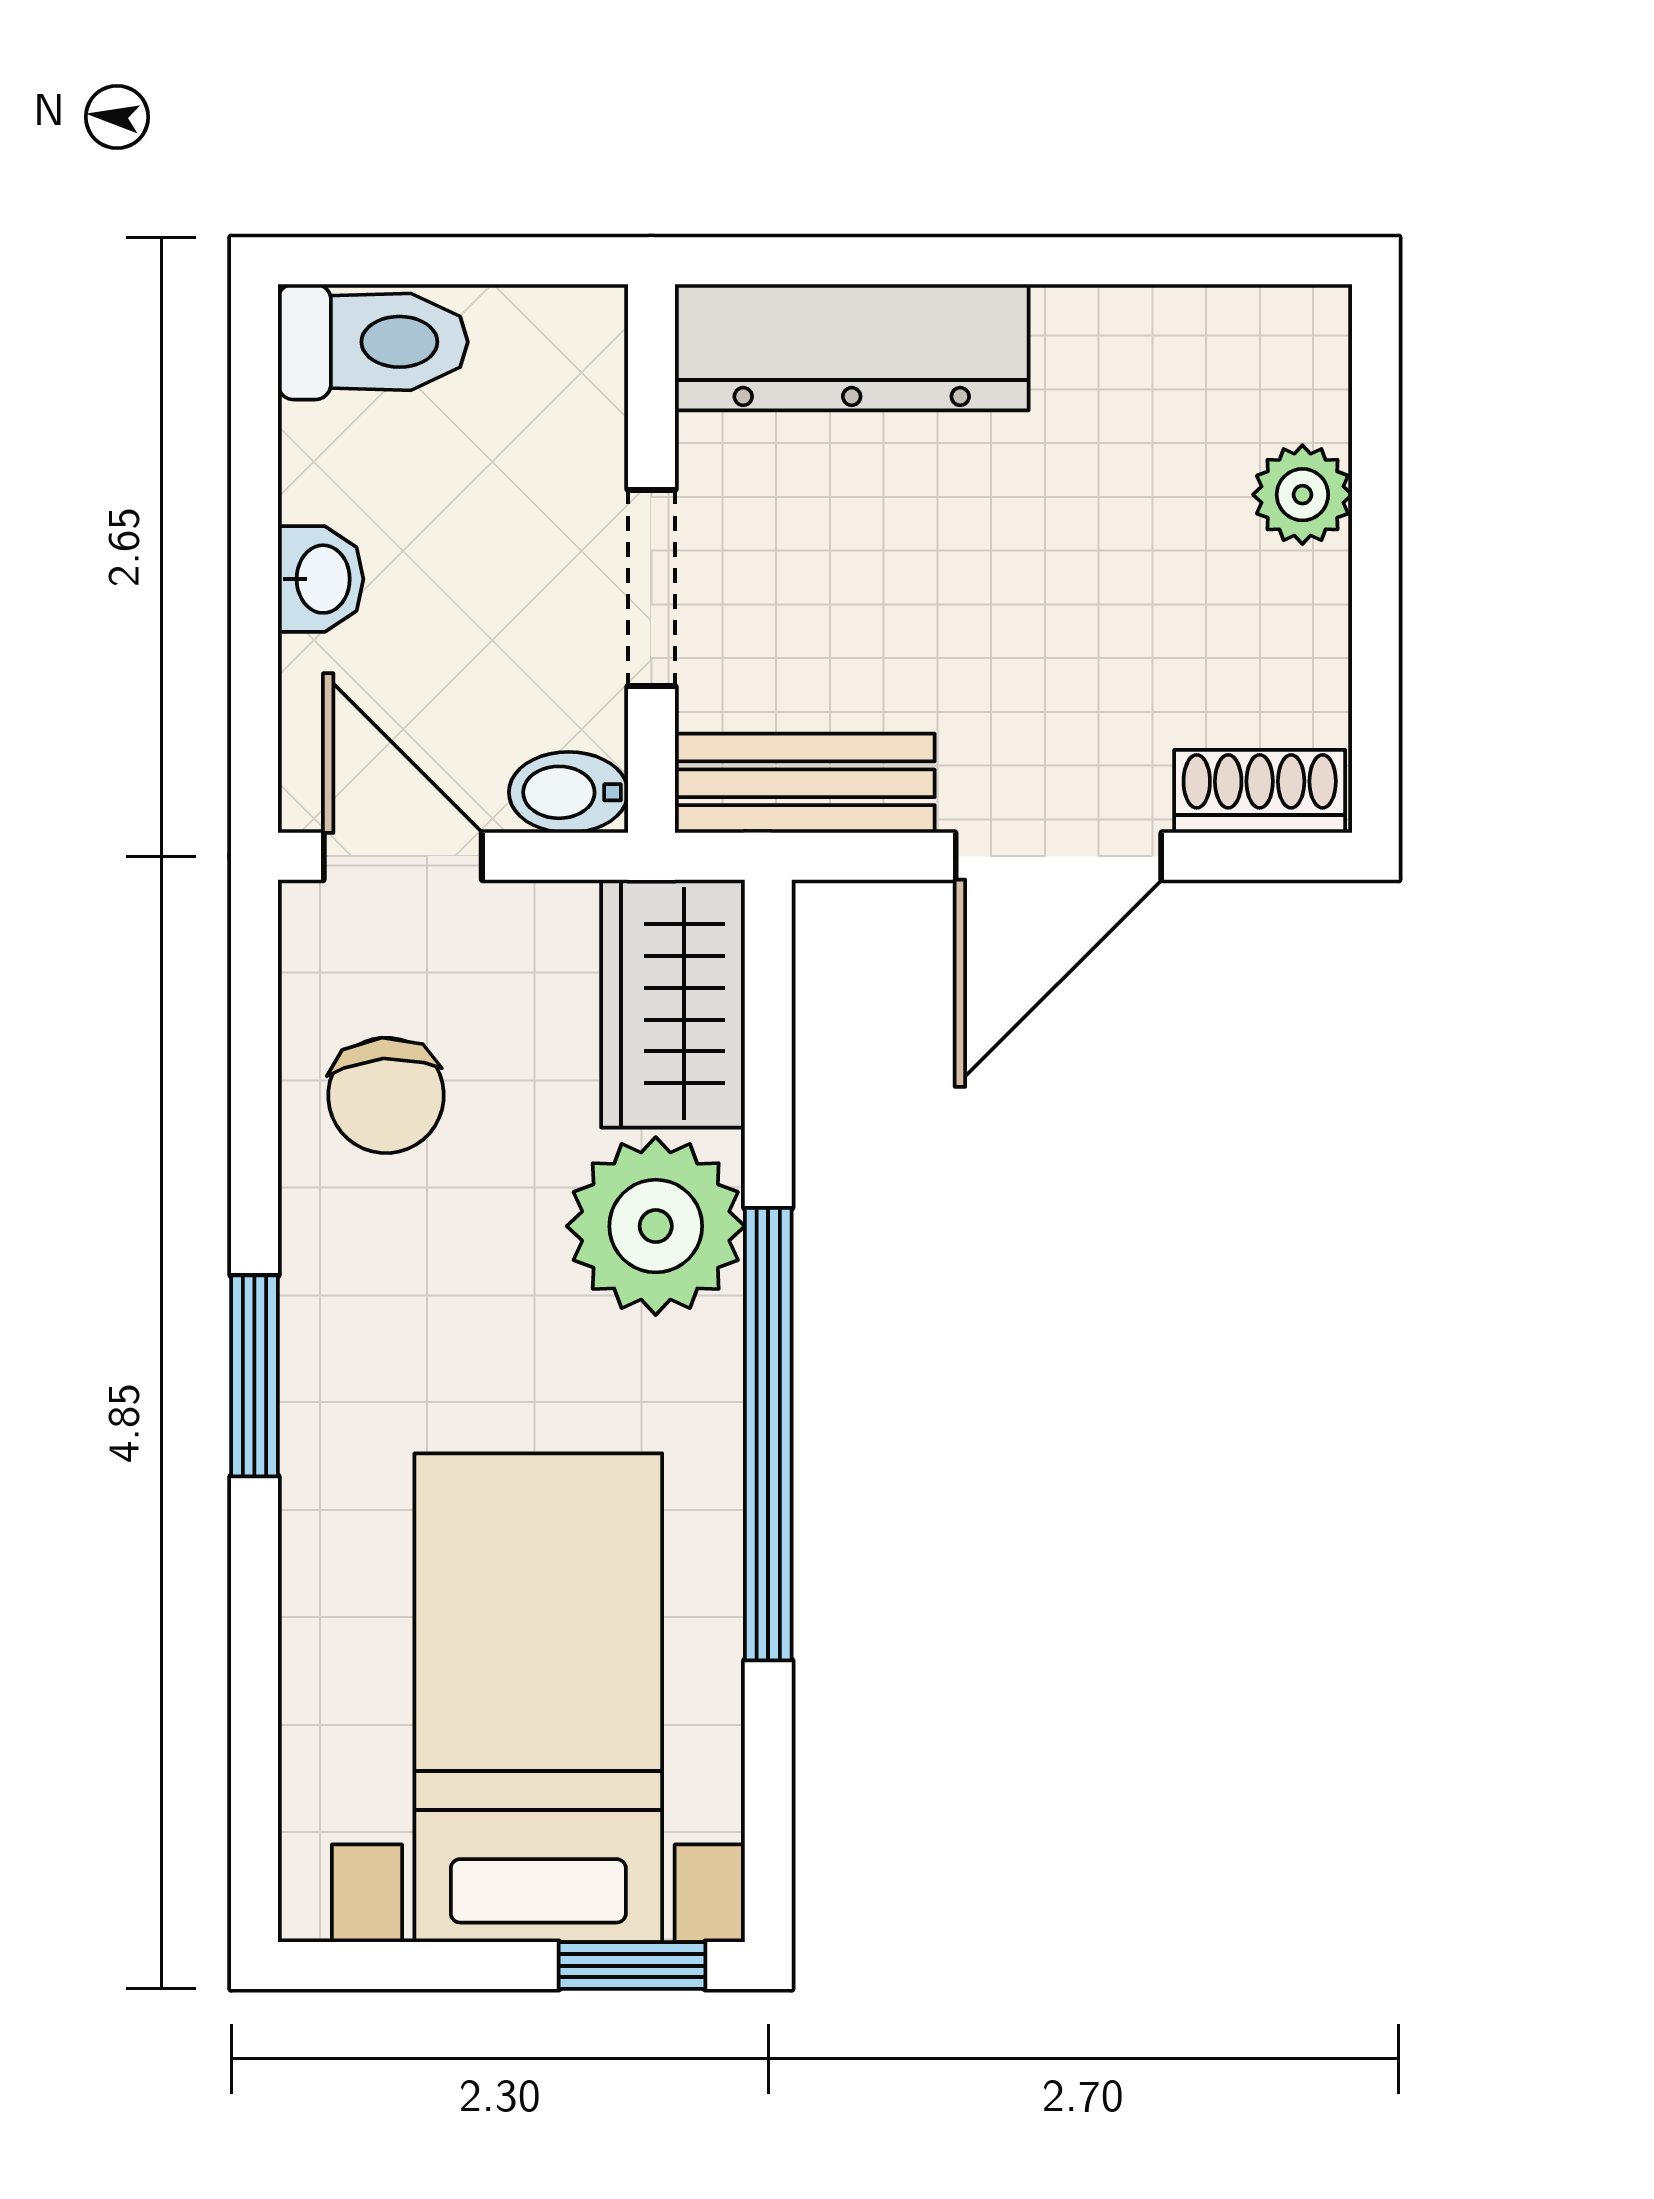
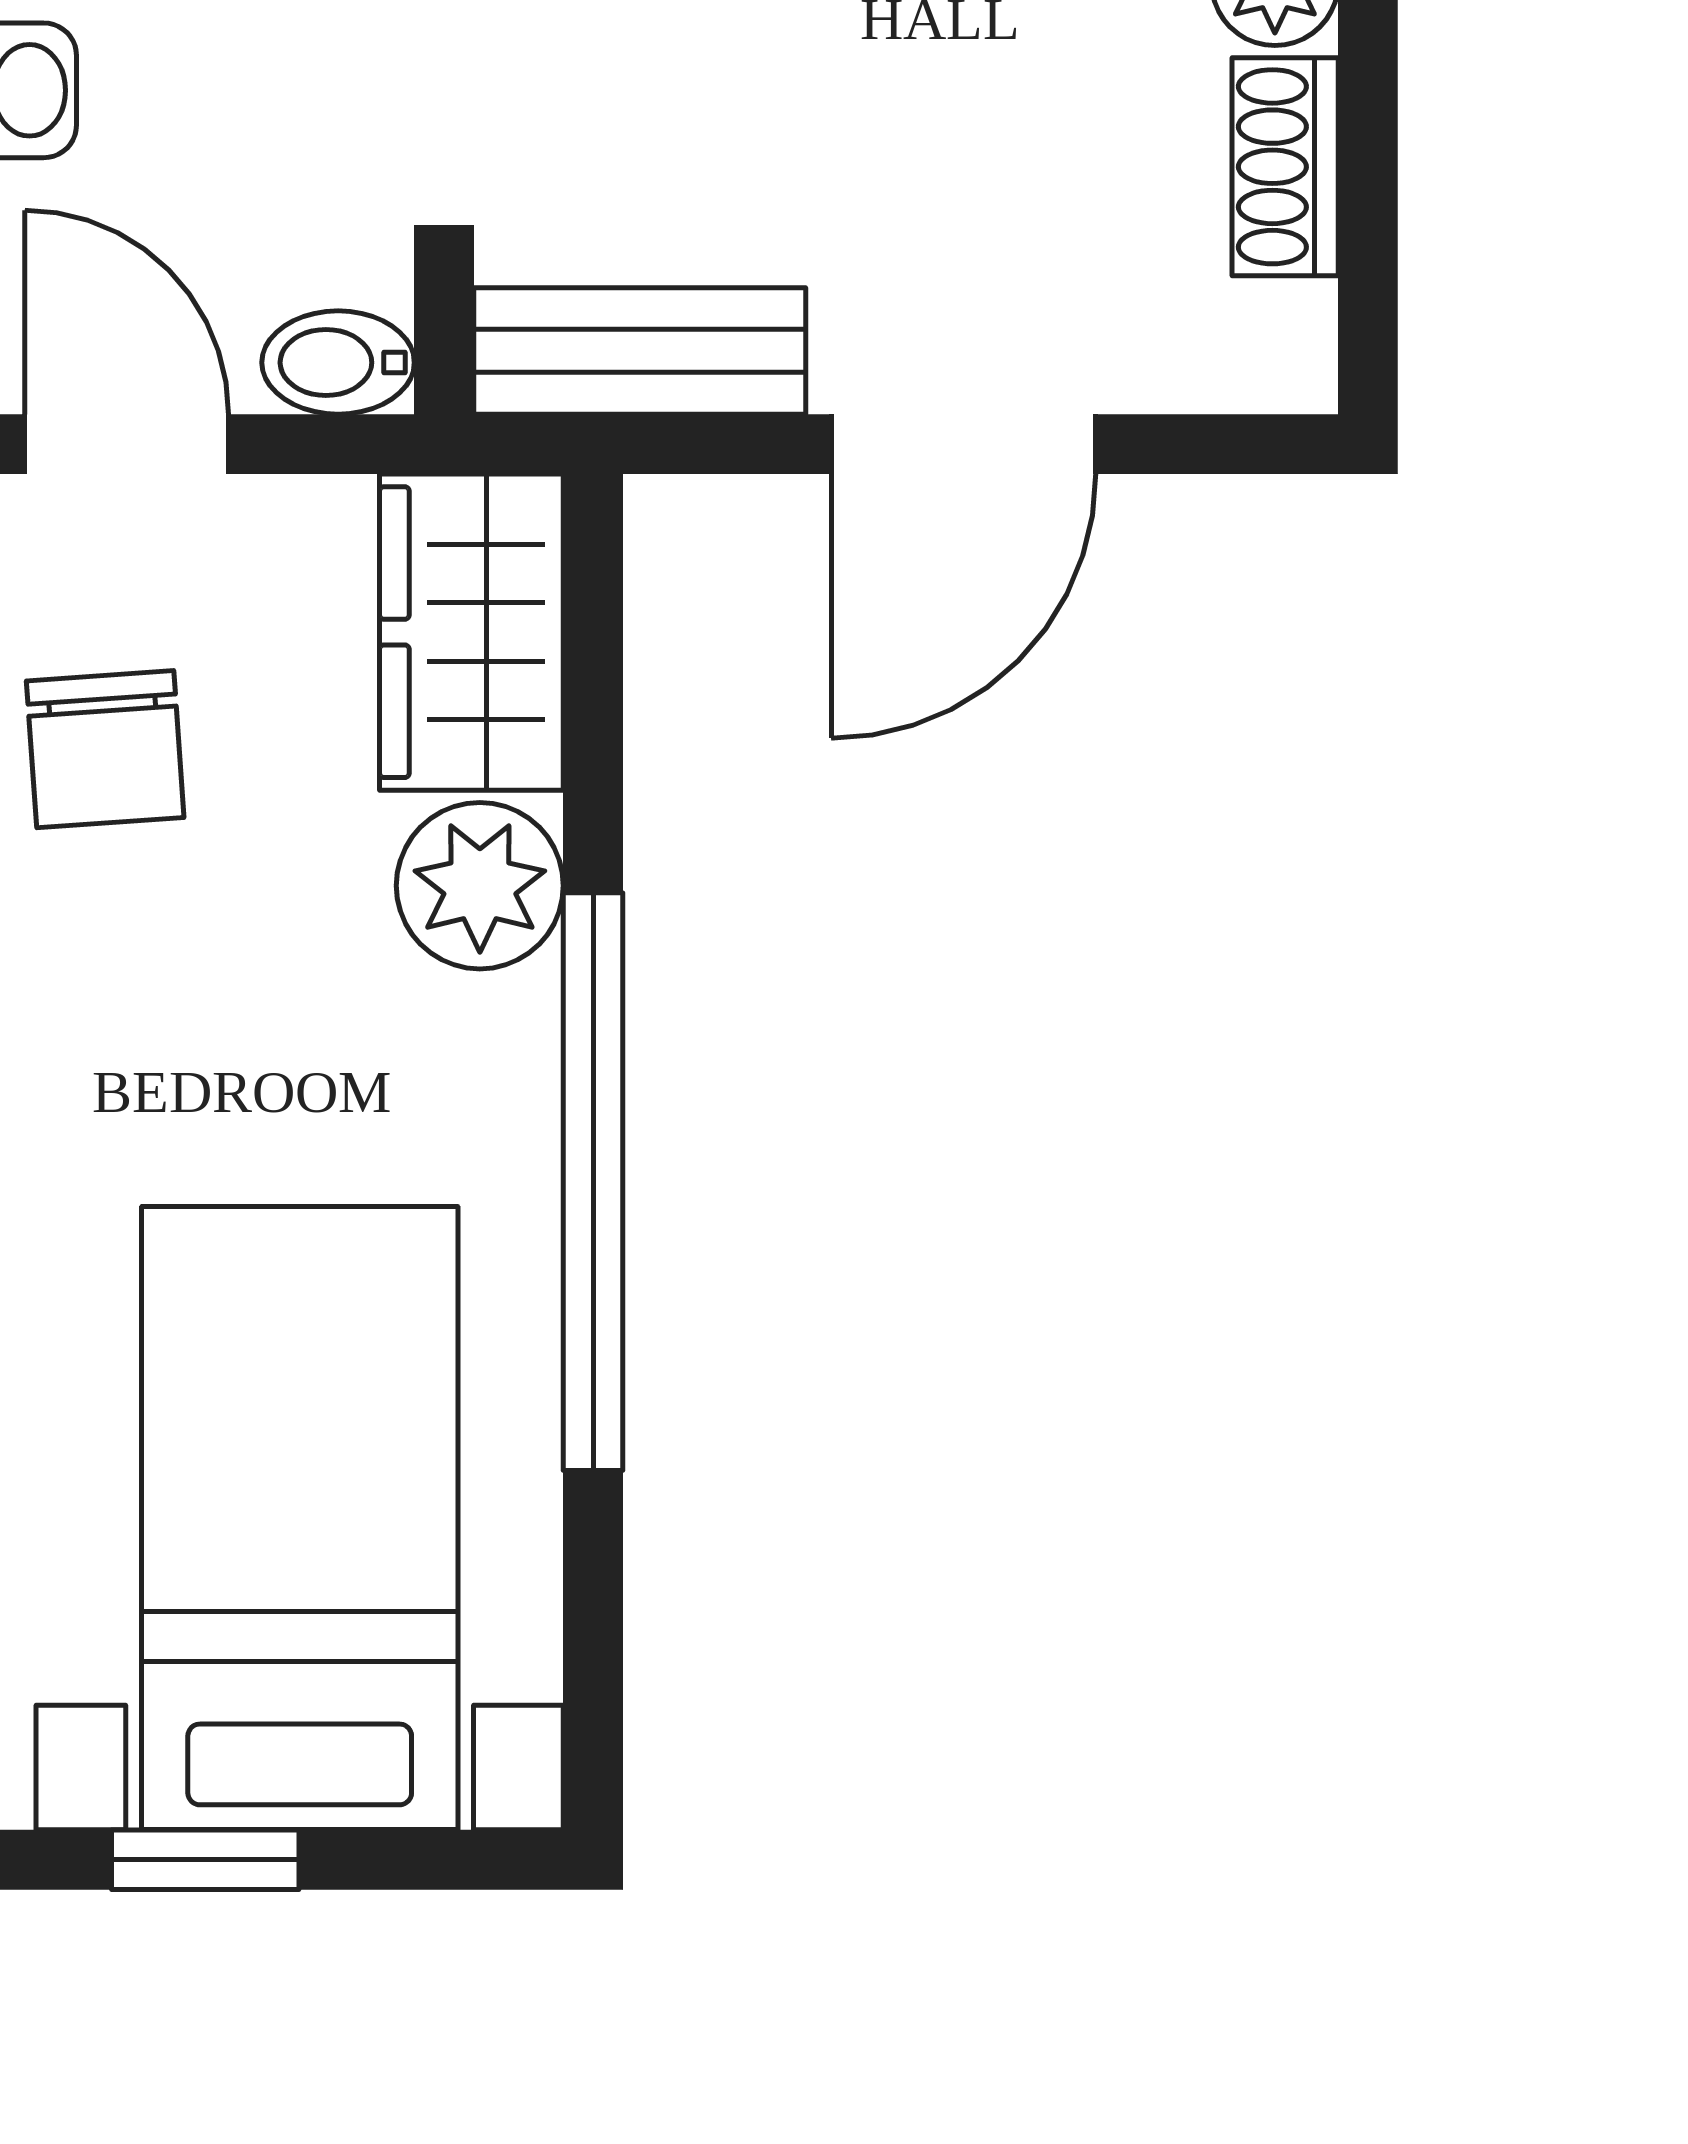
shoe rack: (1260, 791) -> (1285, 167), moved, turned -90
plant: (656, 1226) -> (480, 886), width x0.73, depth x0.73
window: (632, 1966) -> (205, 1860), moved

